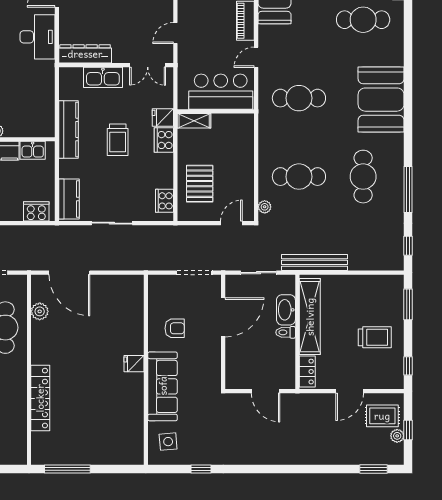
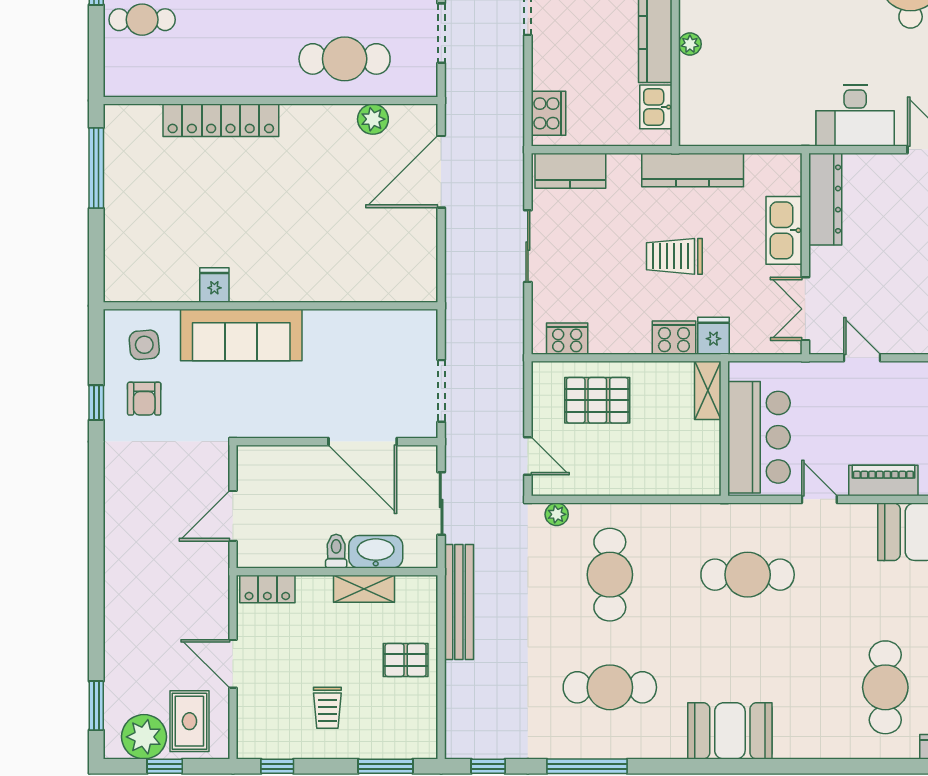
cafe table: (299, 98) -> (748, 575), turned 90
booth: (381, 100) -> (730, 731), width x0.73, depth x0.70
pallet: (348, 293) -> (406, 660), added
shelving: (310, 317) -> (364, 589), width x0.45, depth x0.75
armchair: (175, 328) -> (144, 399), moved
trolley: (375, 337) -> (327, 708), width x0.73, depth x0.72
fridge: (134, 364) -> (214, 285), moved
plant: (397, 436) -> (144, 737), width x1.87, depth x1.87

